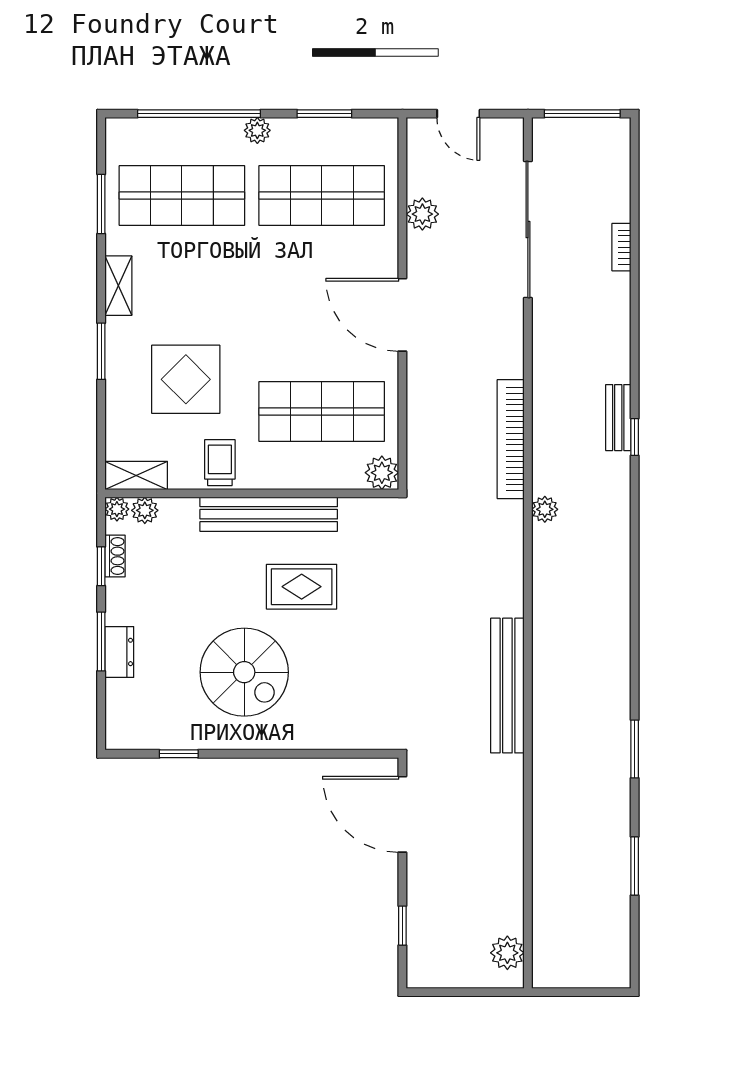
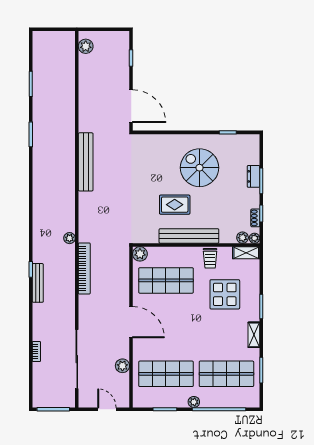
bench: (618, 418) -> (38, 283), width x1.36

